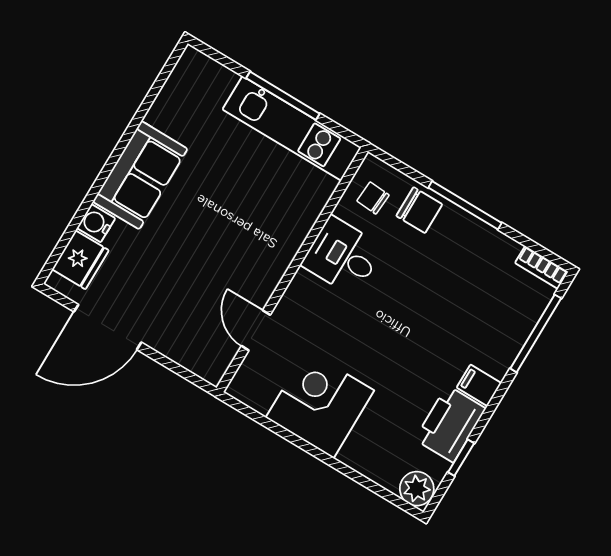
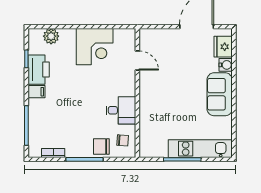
kitchen unit: (292, 128) -> (200, 149), moved
bookcase: (542, 267) -> (53, 153), moved
plant: (417, 489) -> (51, 36), moved

